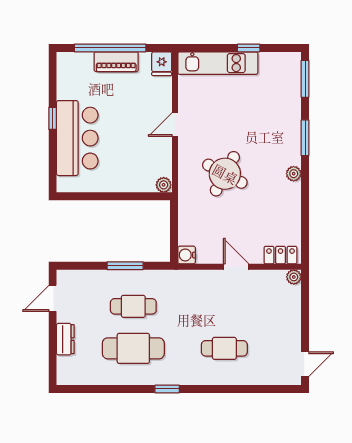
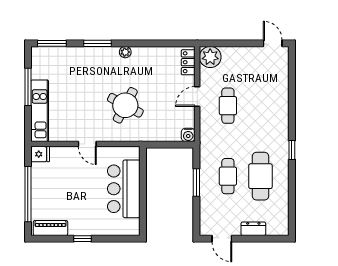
window: (249, 48) -> (28, 87), width x2.17
piano: (116, 62) -> (50, 228), moved, turned -90
bar counter: (77, 138) -> (124, 189), moved, turned -90
plant: (164, 185) -> (134, 153), removed
plant: (294, 277) -> (210, 57), width x1.88, depth x1.88
cafe table: (224, 348) -> (228, 106), moved

